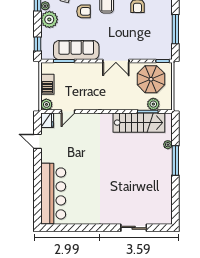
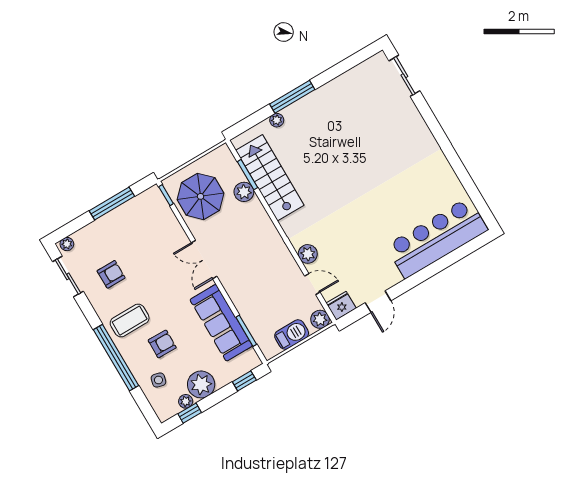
armchair: (84, 11) -> (162, 344), turned 91
double door: (116, 61) -> (204, 260), swing flipped
plant: (153, 104) -> (244, 192), moved
plant: (86, 119) -> (308, 254), added
sliding door: (134, 228) -> (404, 76), moved

